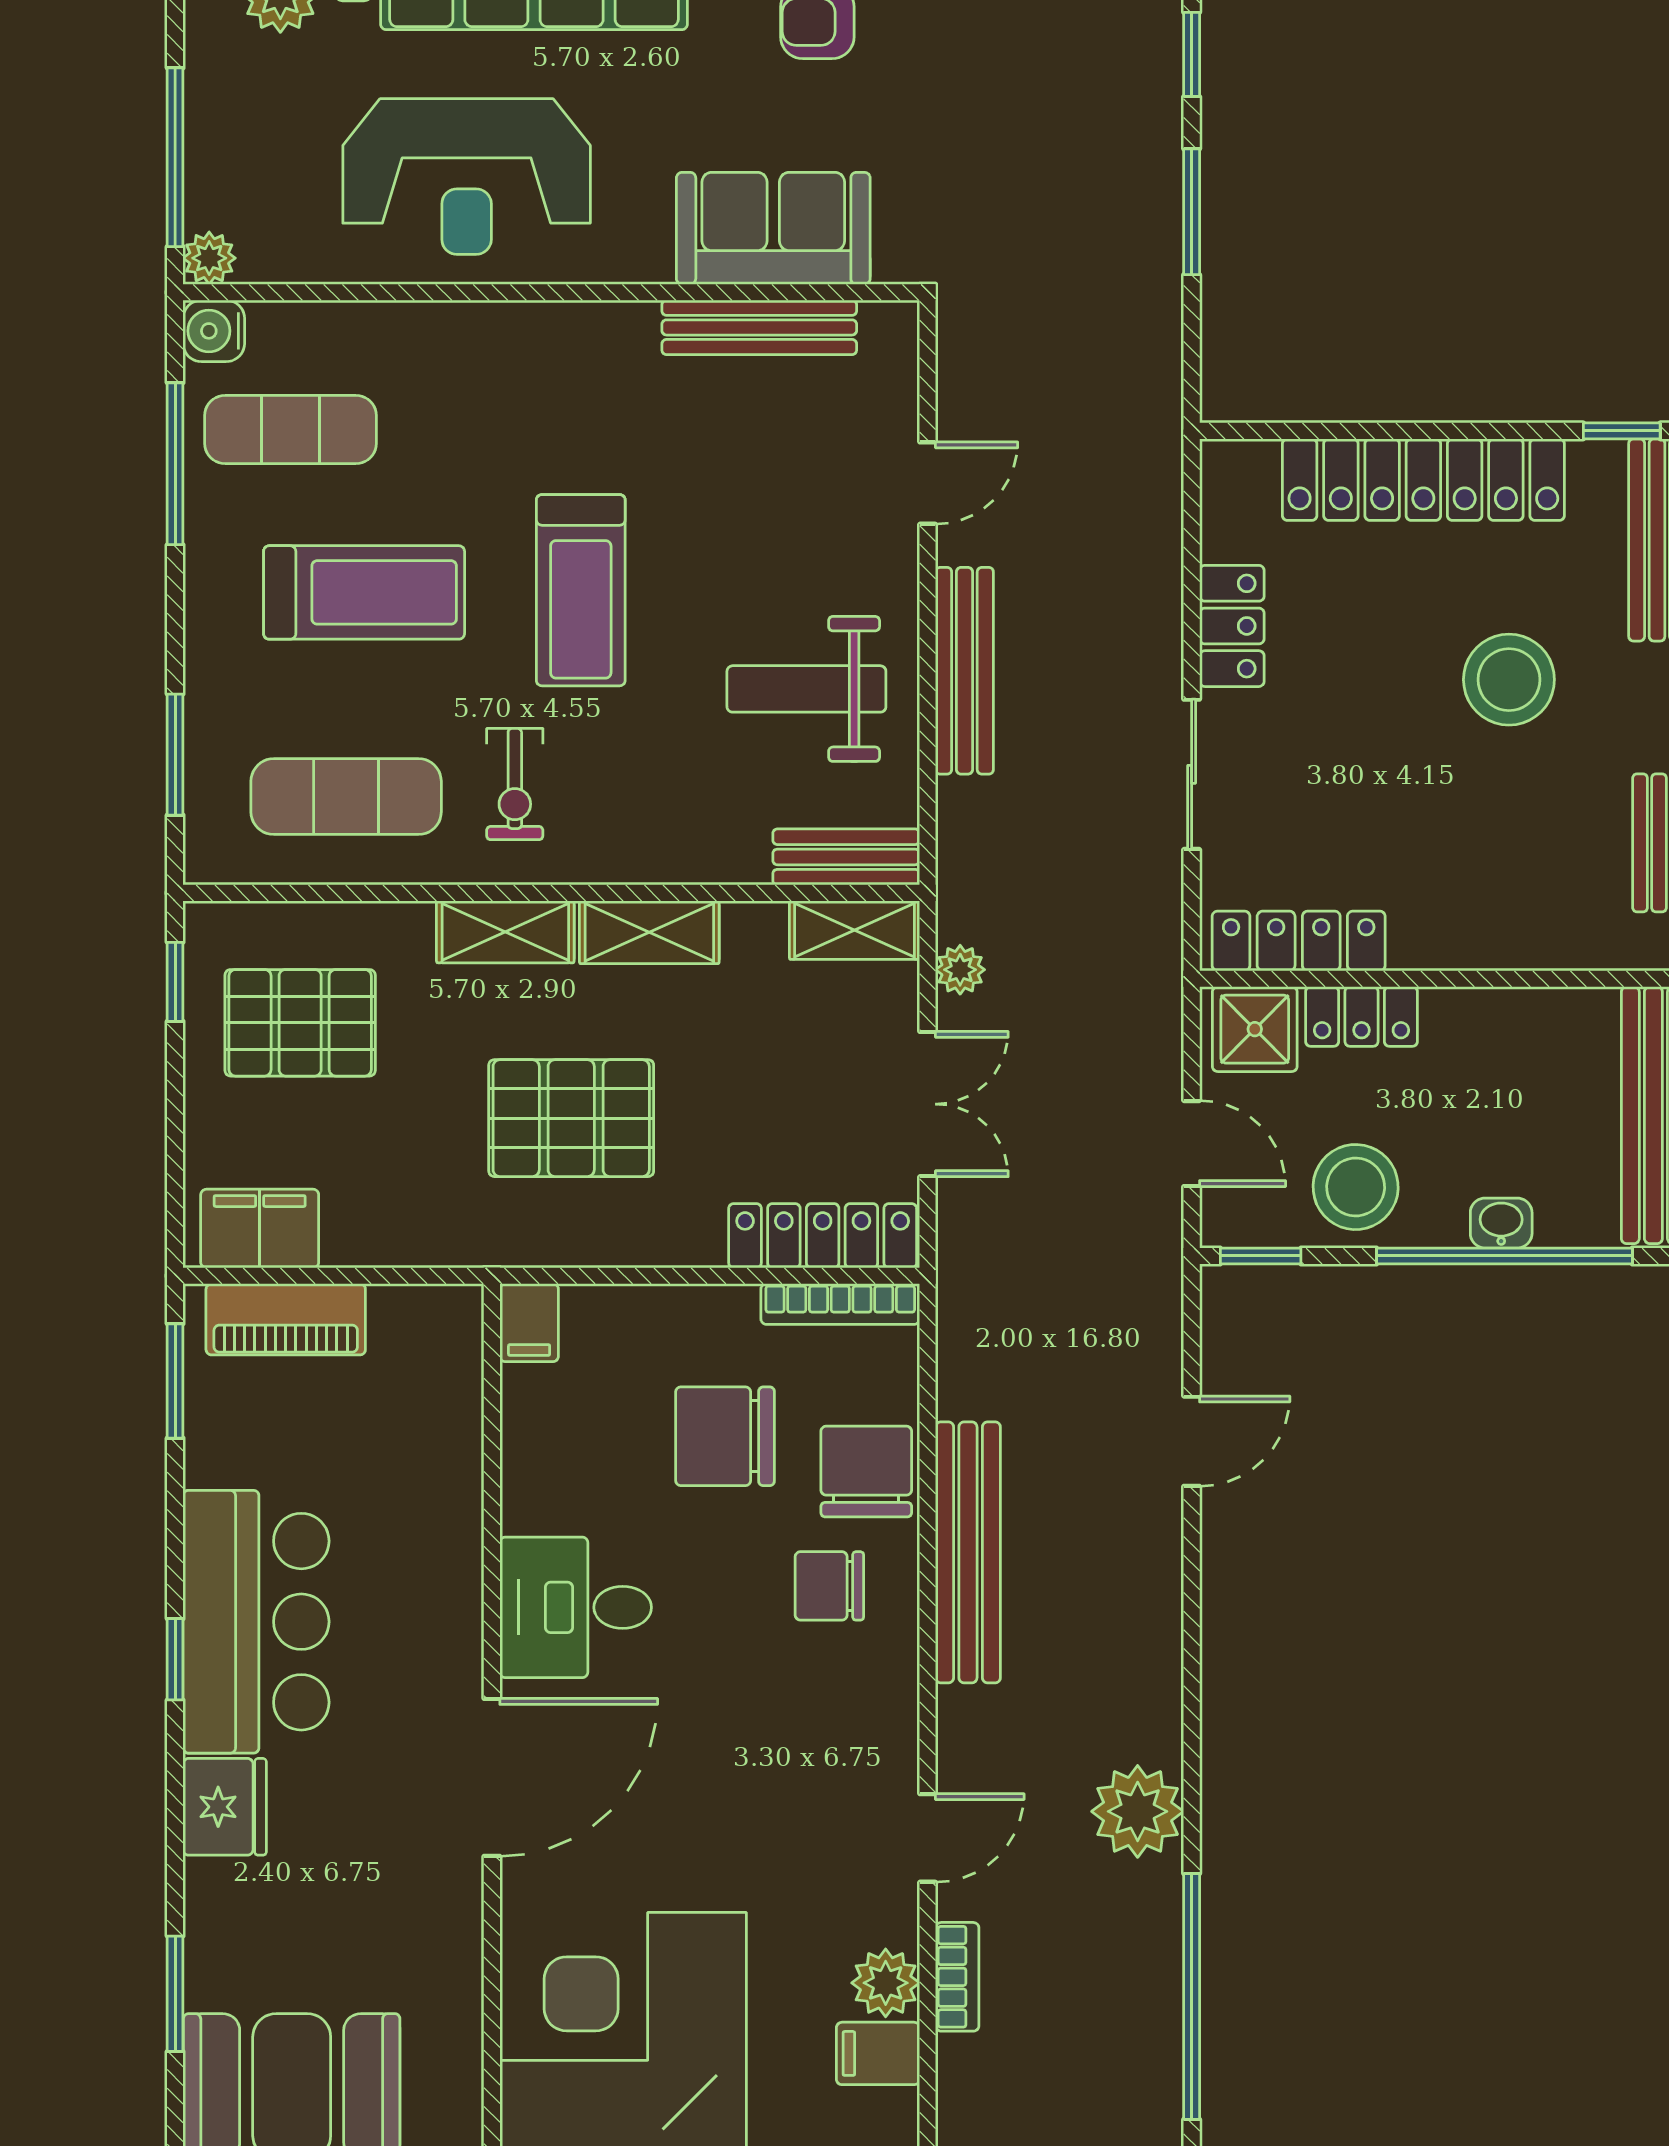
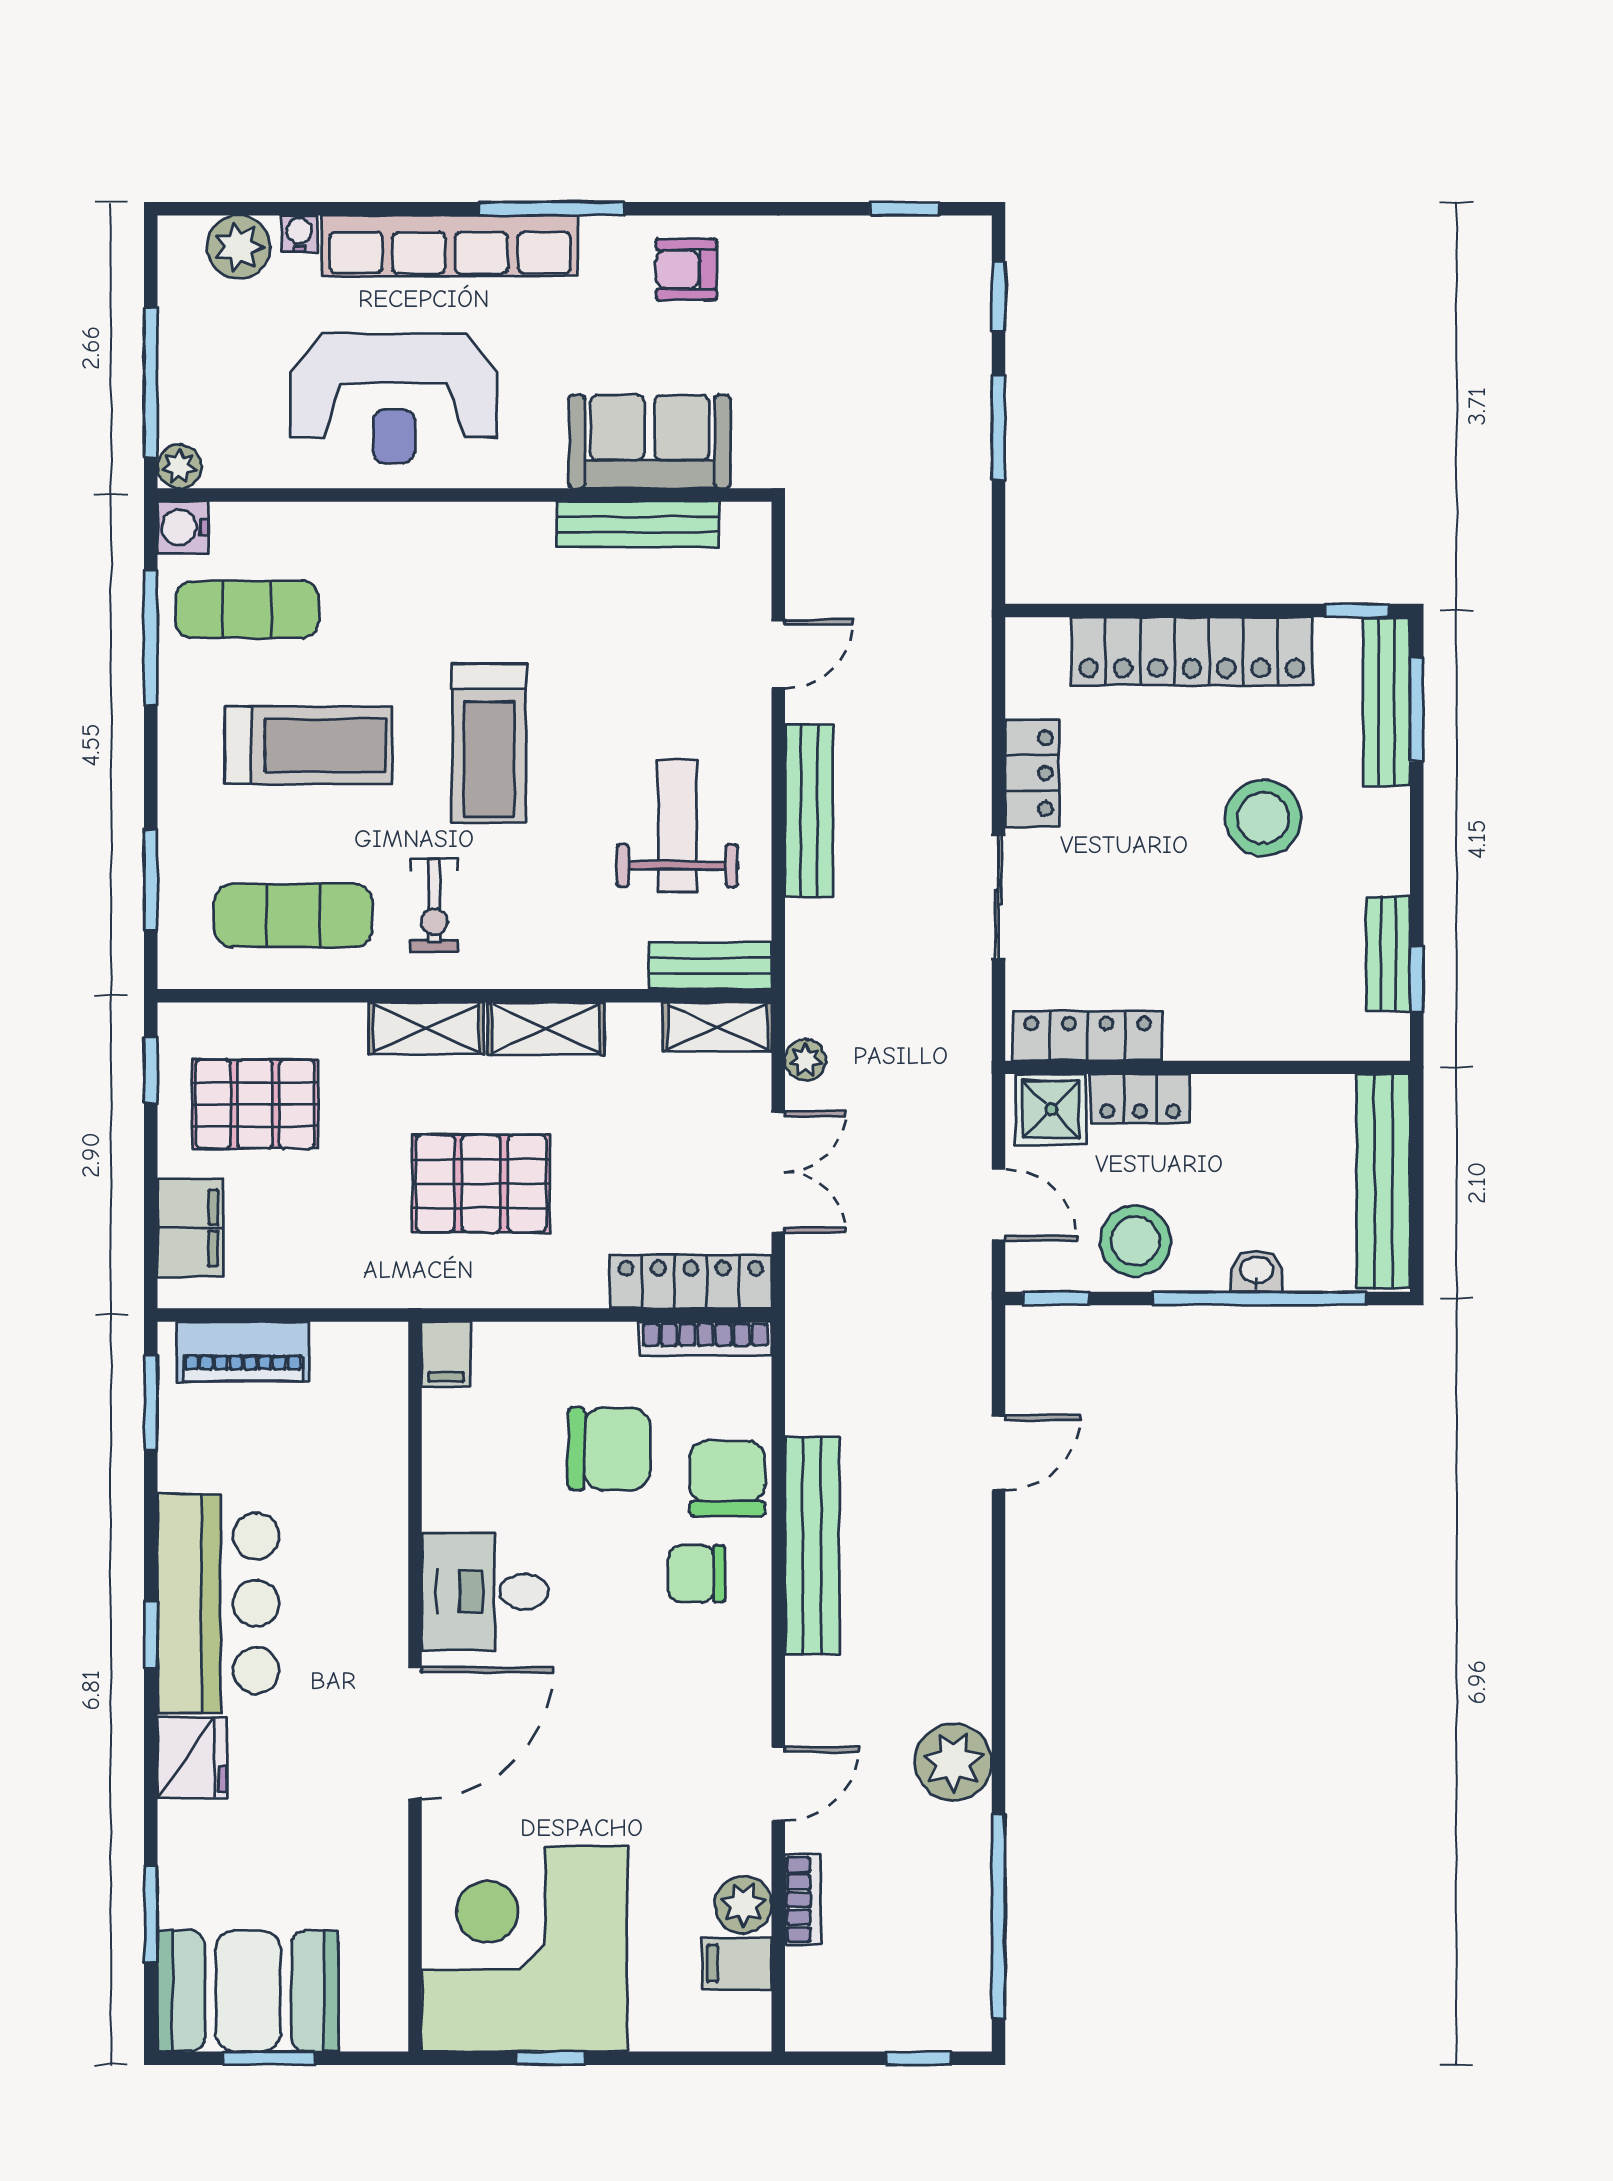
weight bench: (806, 689) -> (677, 826), turned 90
filing cabinet: (260, 1229) -> (190, 1228), moved, turned 90
chair: (725, 1436) -> (609, 1449), turned 180

